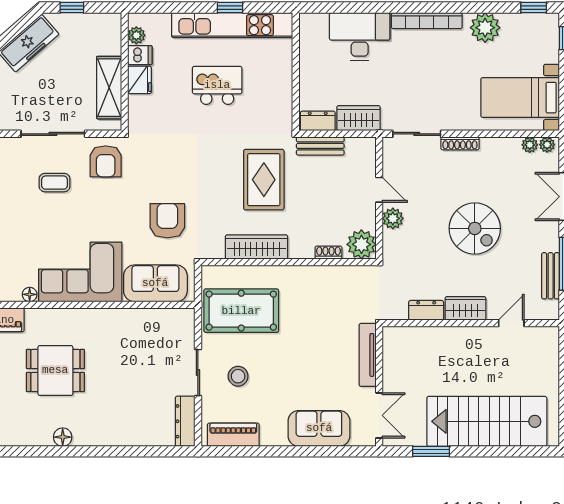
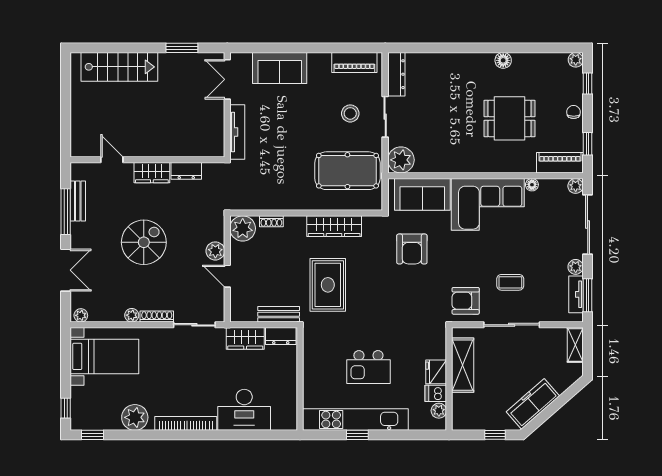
plant: (530, 145) -> (132, 315), moved
armchair: (106, 161) -> (466, 301), turned -90
spiral stairs: (475, 228) -> (144, 242), turned 90
plant: (180, 323) -> (401, 160), added
door: (511, 323) -> (112, 160), swing flipped
stairs: (487, 421) -> (119, 67), width x0.73, depth x0.66

